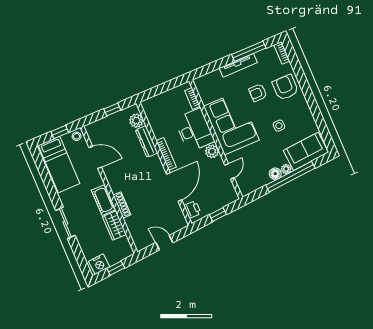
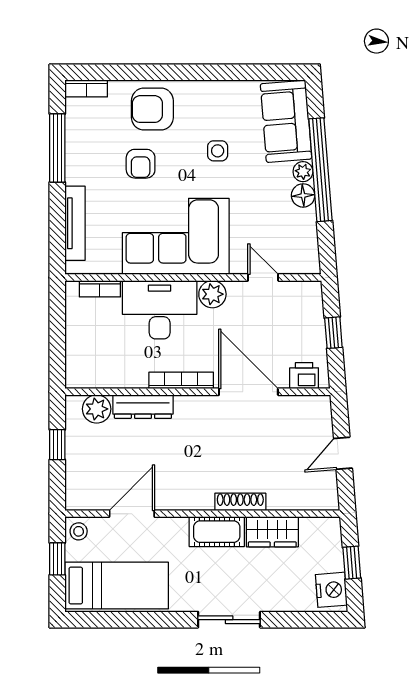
tv unit: (238, 65) -> (75, 223), moved

